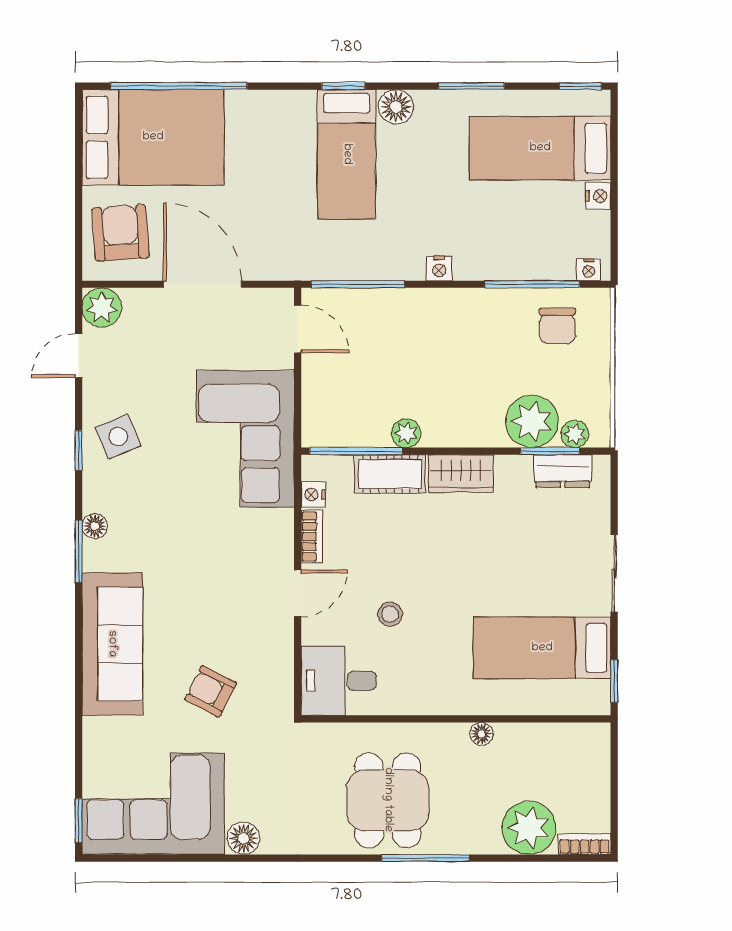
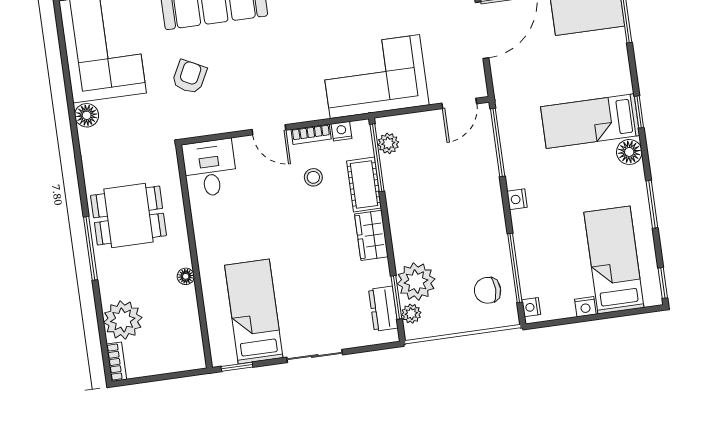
plant: (406, 433) -> (388, 143), moved
stool: (390, 614) -> (313, 177), moved

